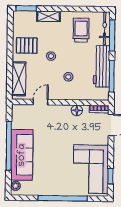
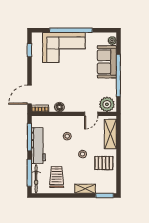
trolley: (81, 30) -> (57, 177), turned 180
plant: (22, 113) -> (107, 104), added
sofa: (22, 155) -> (107, 62), width x0.73
corner sofa: (91, 169) -> (64, 47), moved, turned 90

